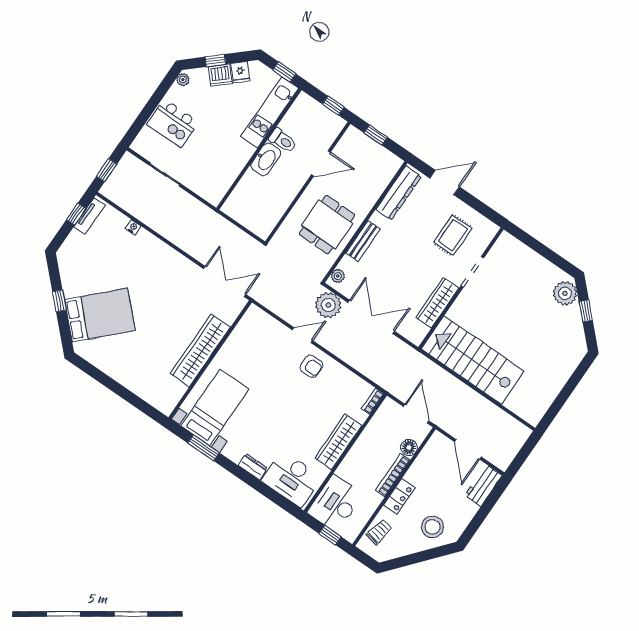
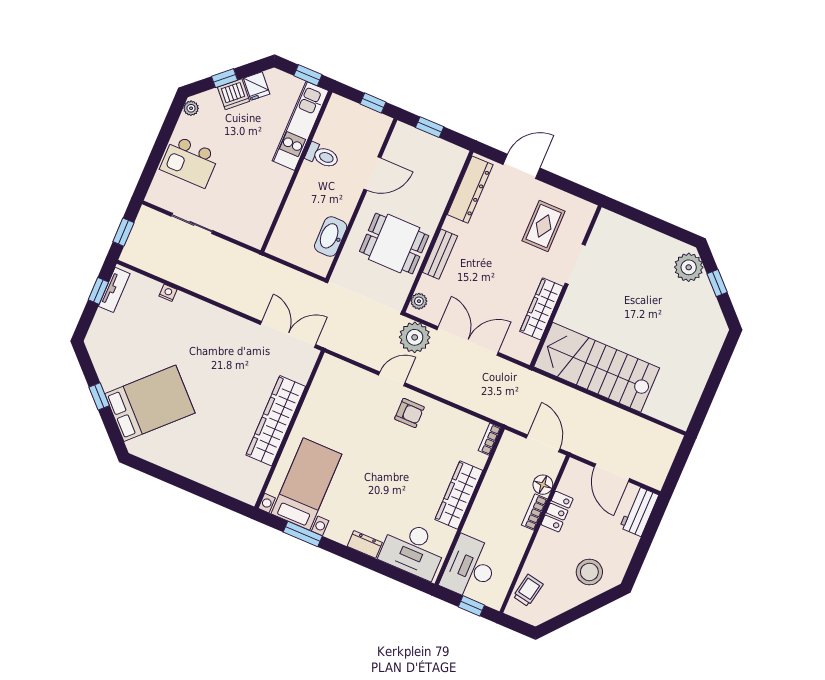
washbasin: (266, 159) -> (331, 236), moved, turned 180
dining table: (327, 225) -> (394, 244), turned 90
bookcase: (393, 475) -> (534, 512), width x0.64
locker: (399, 496) -> (557, 512), moved

